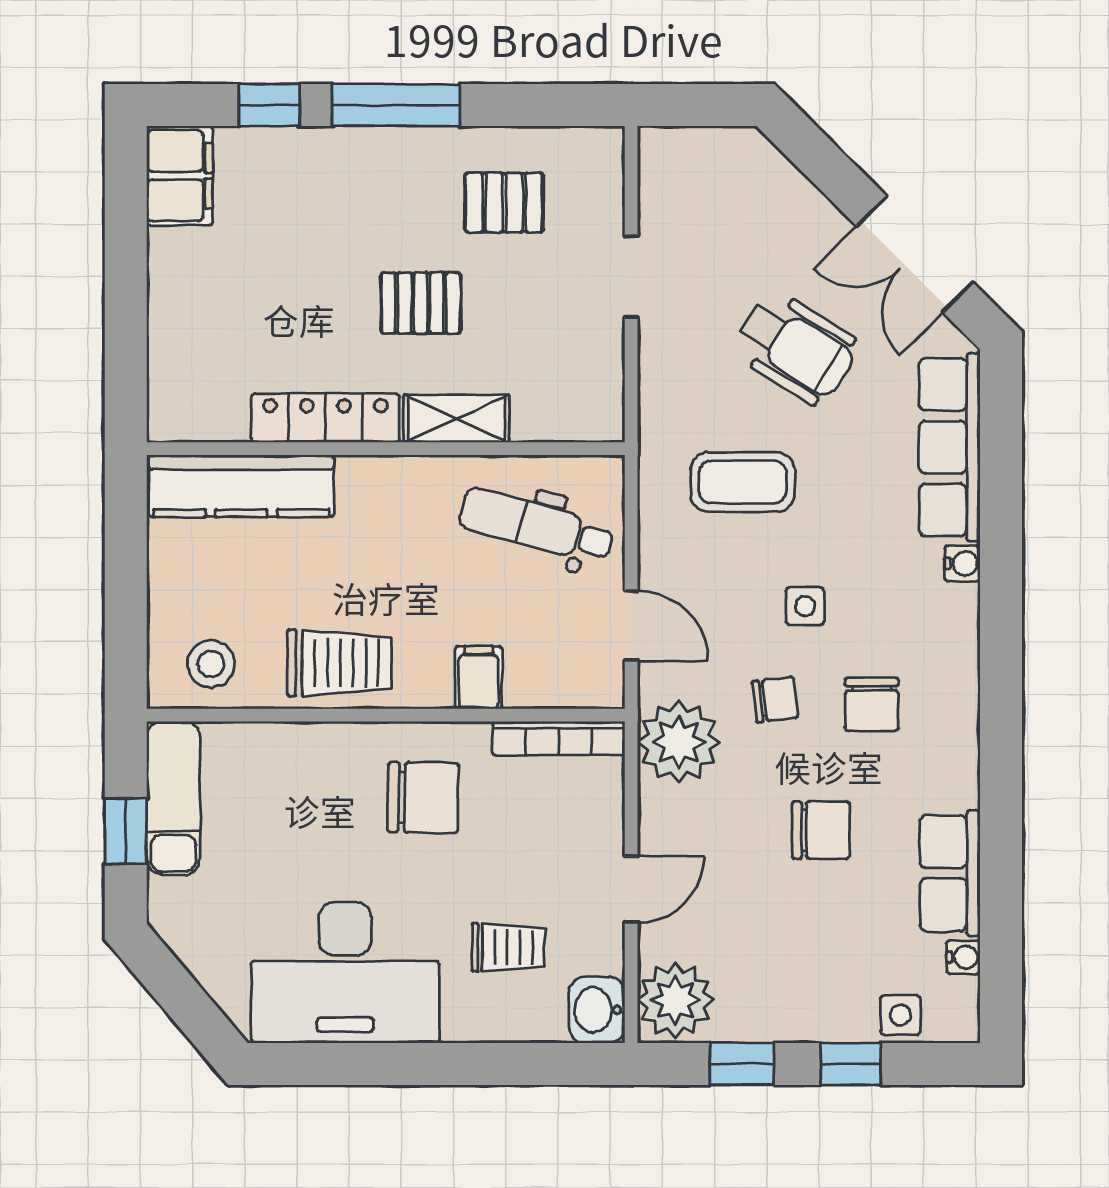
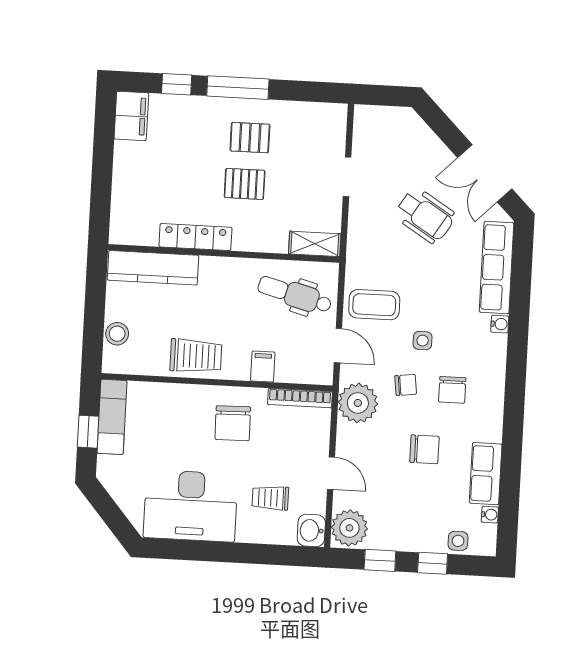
pallet: (504, 203) -> (250, 138), moved
shelving: (457, 419) -> (315, 244), moved
coffee table: (743, 482) -> (374, 305), moved
stool: (211, 664) -> (117, 334), moved
chair: (423, 798) -> (233, 423), turned 88
door: (631, 890) -> (331, 473), hinge flipped
trolley: (509, 947) -> (270, 498), turned 180

